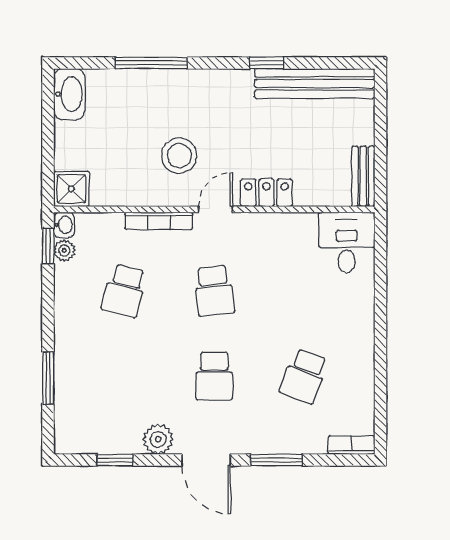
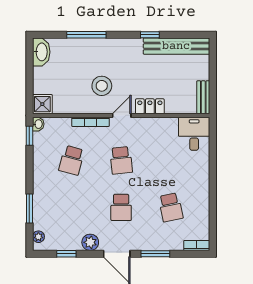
plant: (64, 250) -> (38, 237), moved
school desk: (304, 376) -> (171, 207), turned -33

